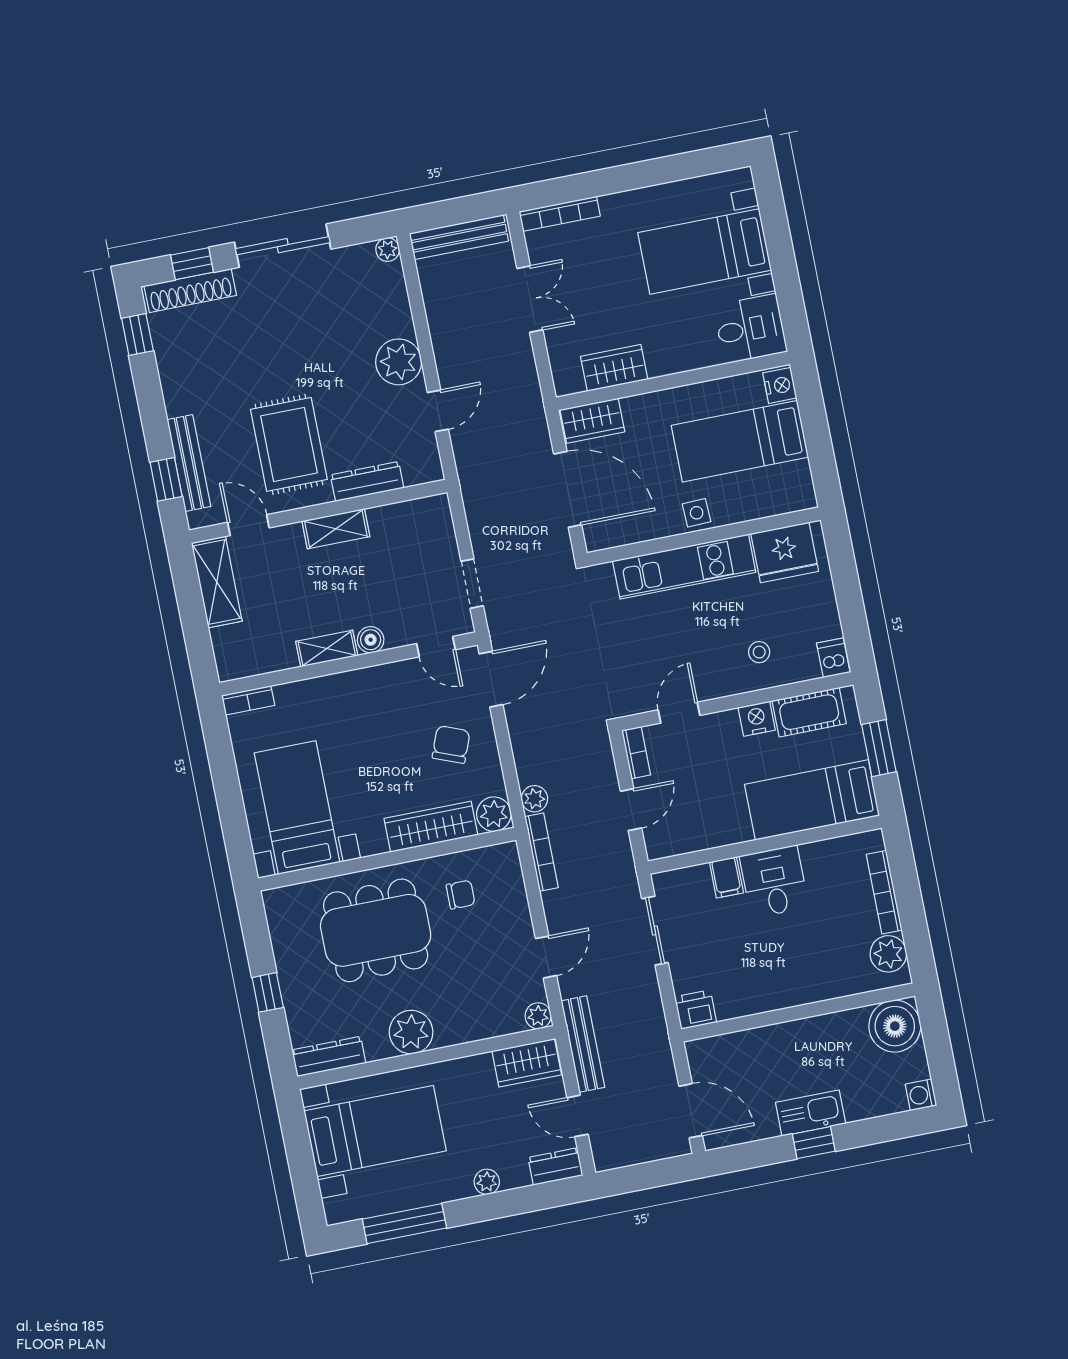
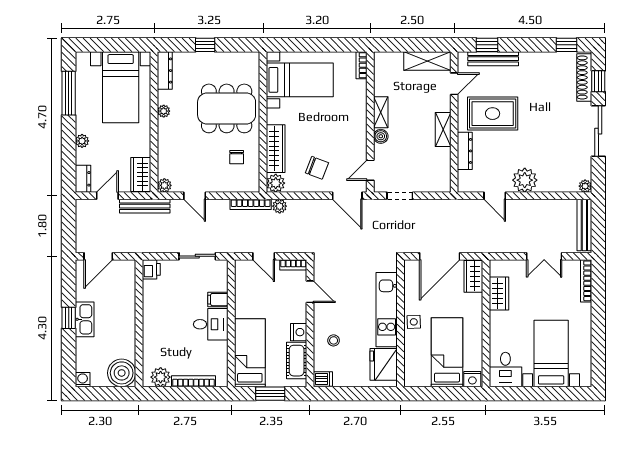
dining table: (376, 930) -> (227, 108), turned 90
plant: (411, 1032) -> (164, 111), width x0.53, depth x0.53

